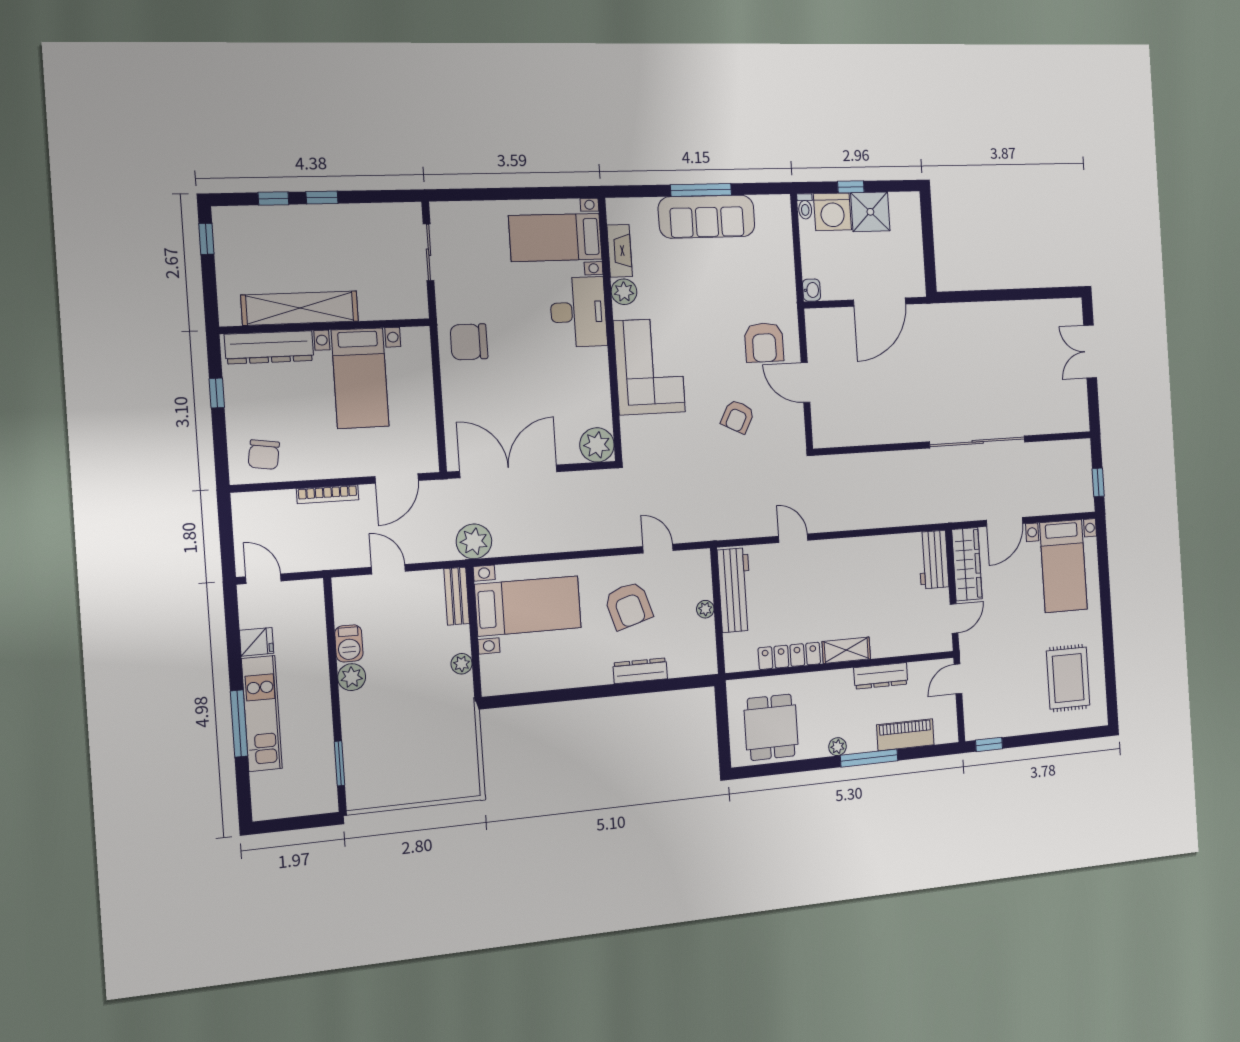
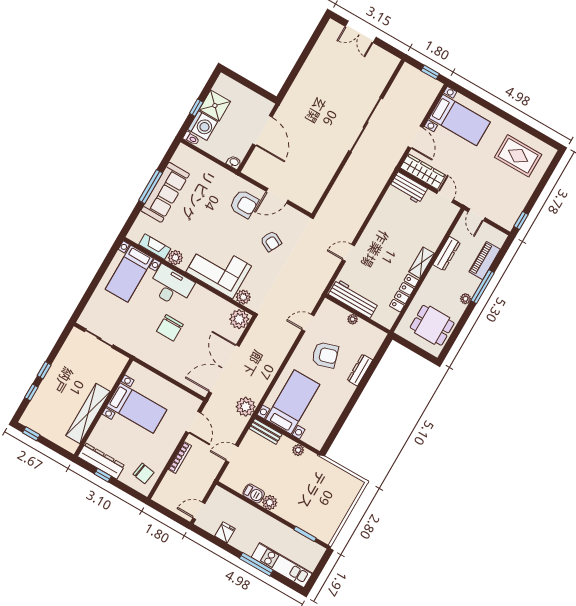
chair: (469, 342) -> (170, 328), moved
dresser: (269, 347) -> (101, 461), moved, turned -90
plant: (633, 429) -> (243, 297), added
kitchen unit: (262, 713) -> (282, 565), moved

